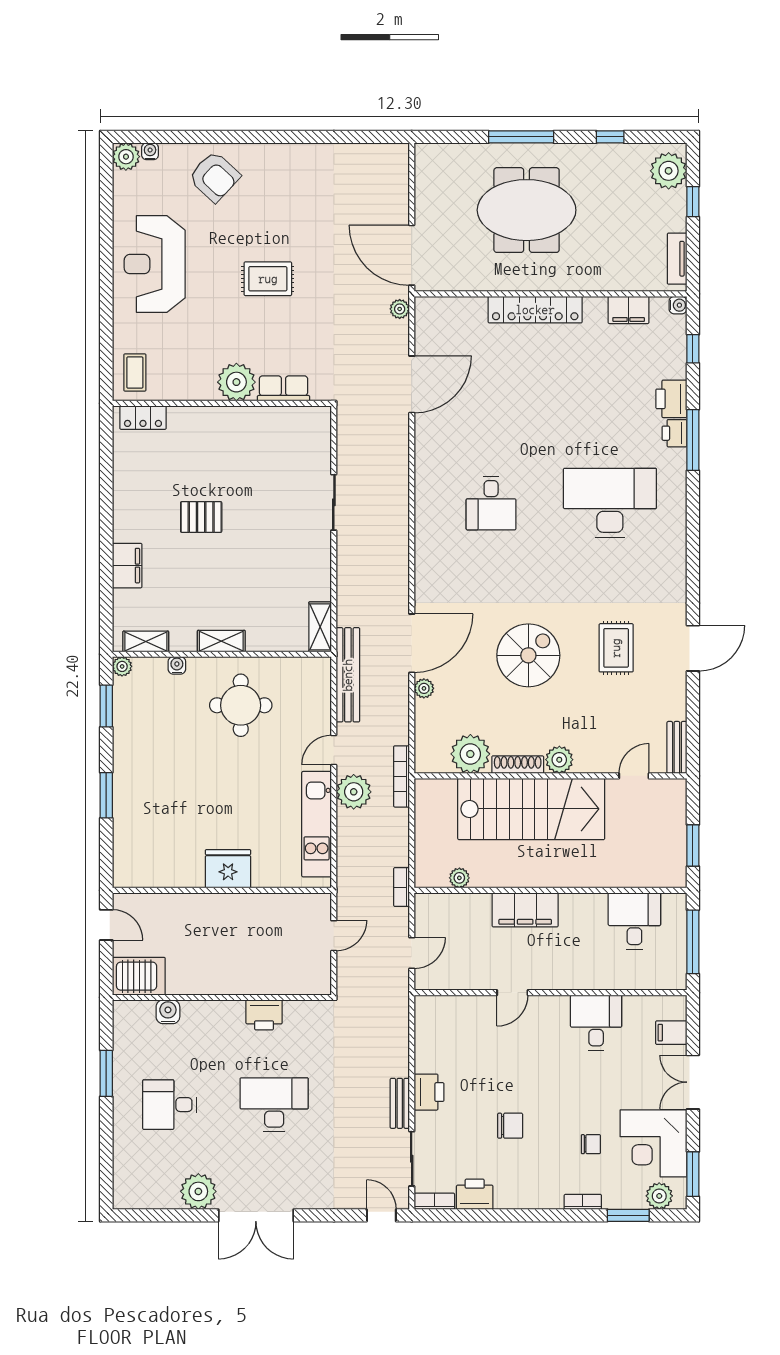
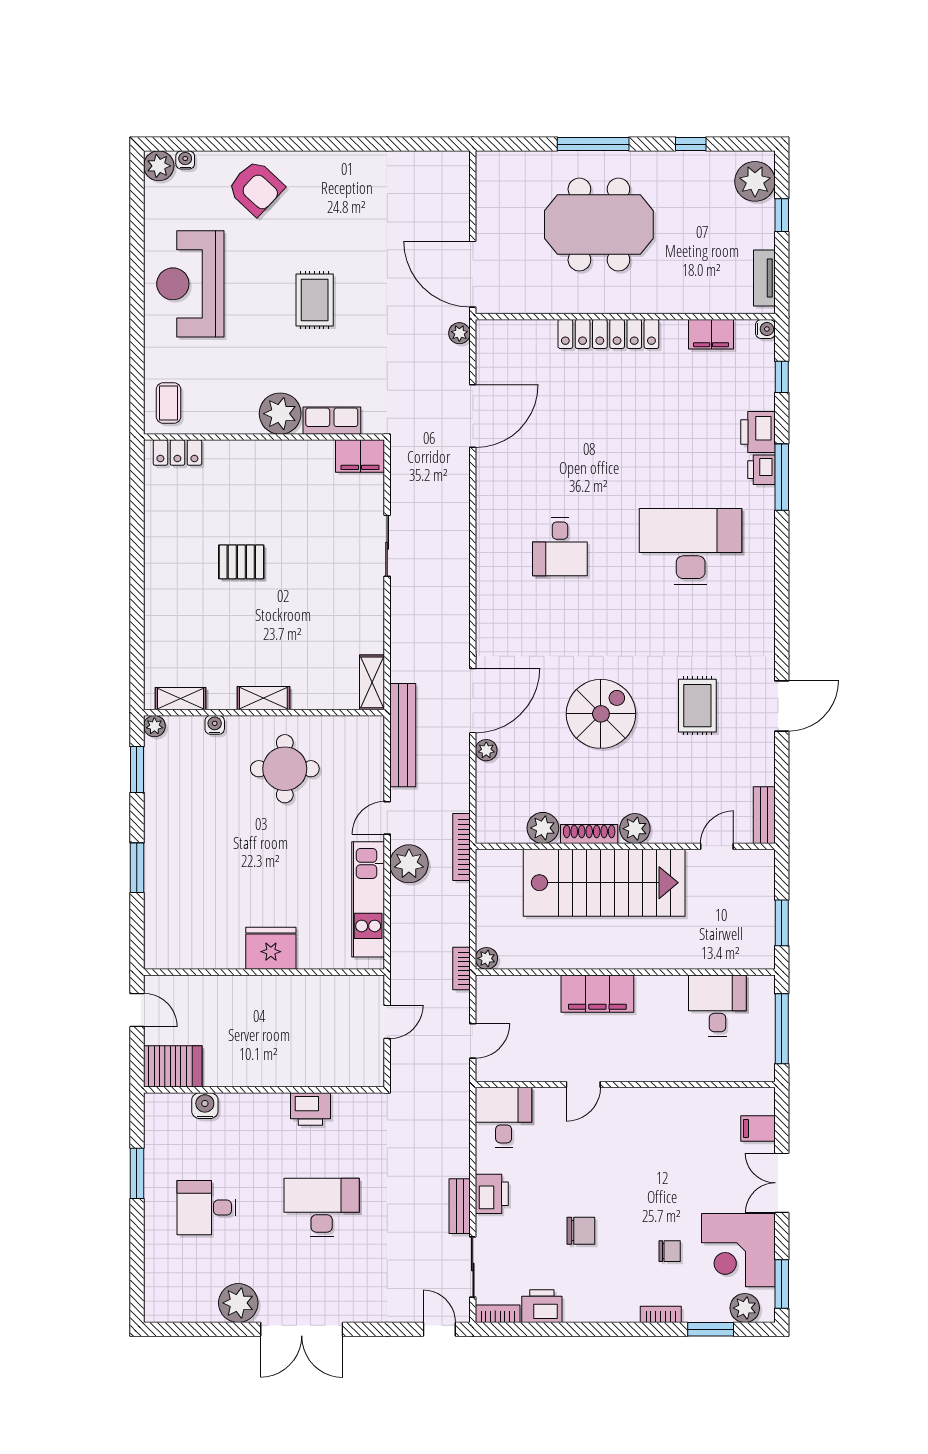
rug: (268, 279) -> (315, 300), turned 90
filing cabinet: (127, 566) -> (360, 456), moved, turned 90
plant: (470, 754) -> (543, 828), width x0.73, depth x0.73
plant: (459, 878) -> (486, 958), moved
desk: (596, 1023) -> (504, 1118), moved

